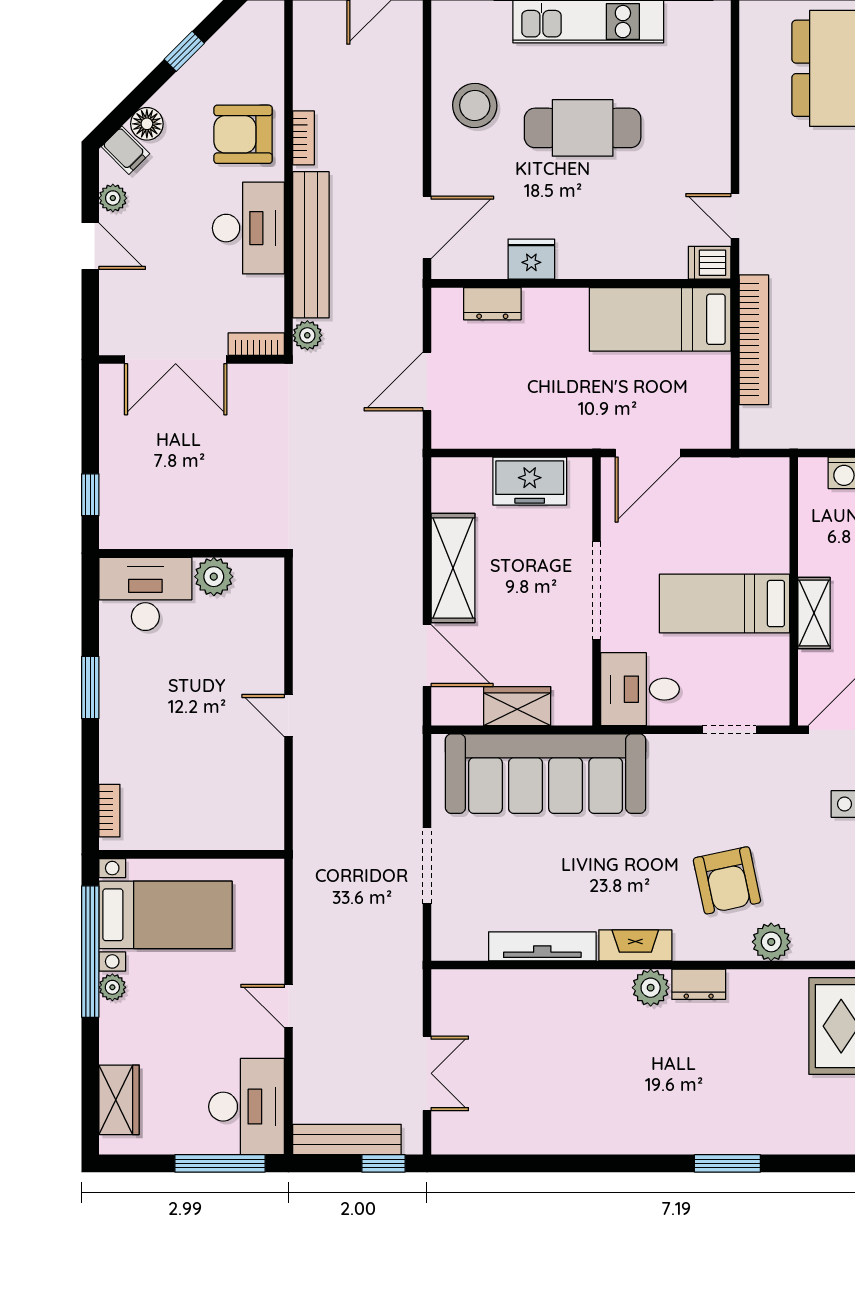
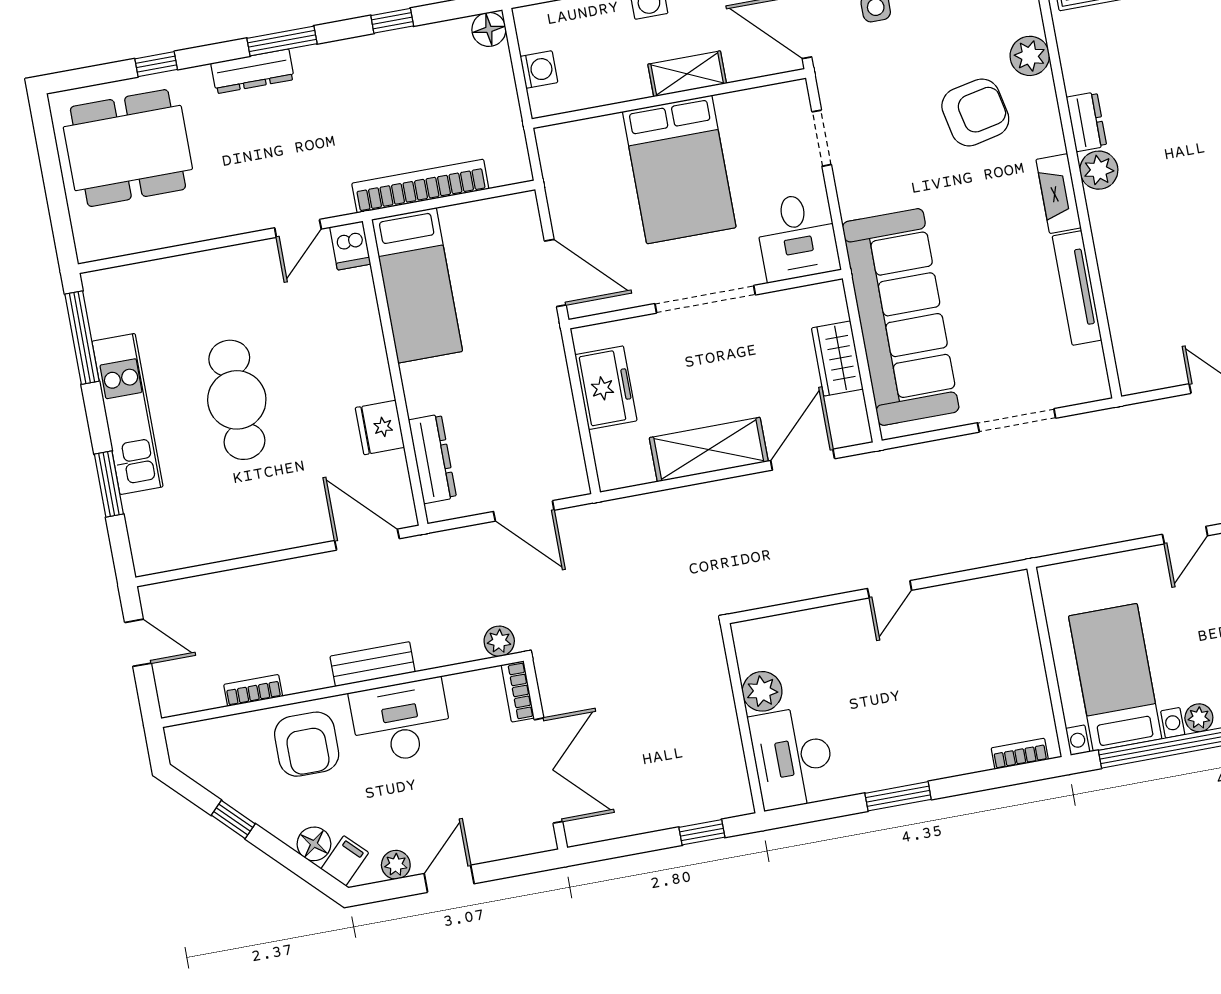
stool: (475, 106) -> (234, 514), removed
bookcase: (303, 138) -> (253, 690), moved
bench: (311, 245) -> (373, 664), width x0.54, depth x0.82
dresser: (492, 304) -> (432, 459), width x1.44
bed: (724, 604) -> (679, 169), width x1.50

